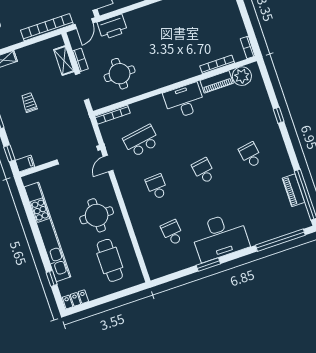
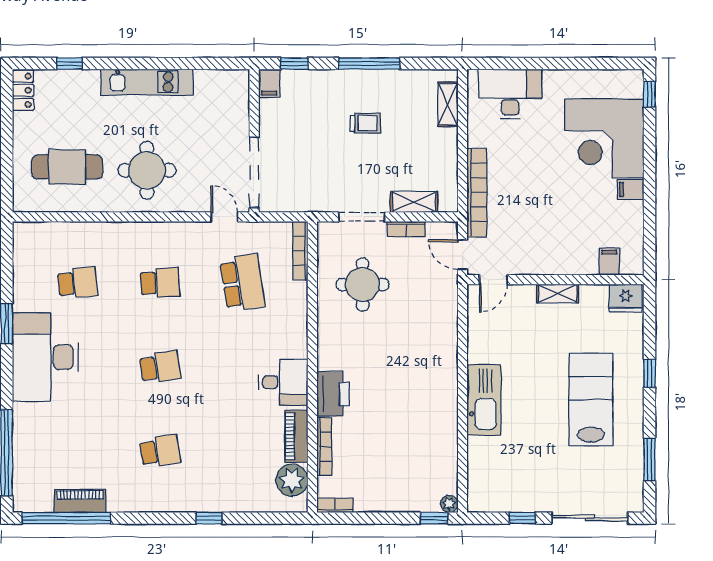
printer: (112, 27) -> (333, 394), moved, turned 180
desk: (184, 101) -> (283, 382), width x0.73
kitchen unit: (47, 232) -> (147, 82), width x0.54

